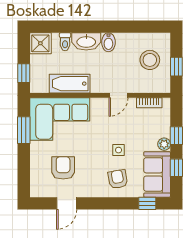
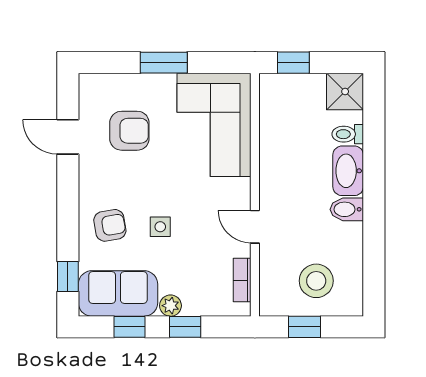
bathtub: (70, 84) -> (275, 142), removed
window: (24, 130) -> (164, 63), moved

